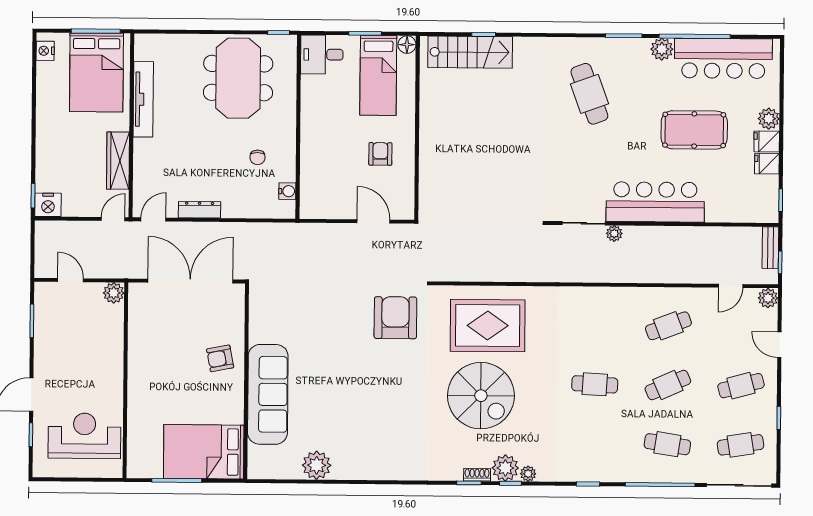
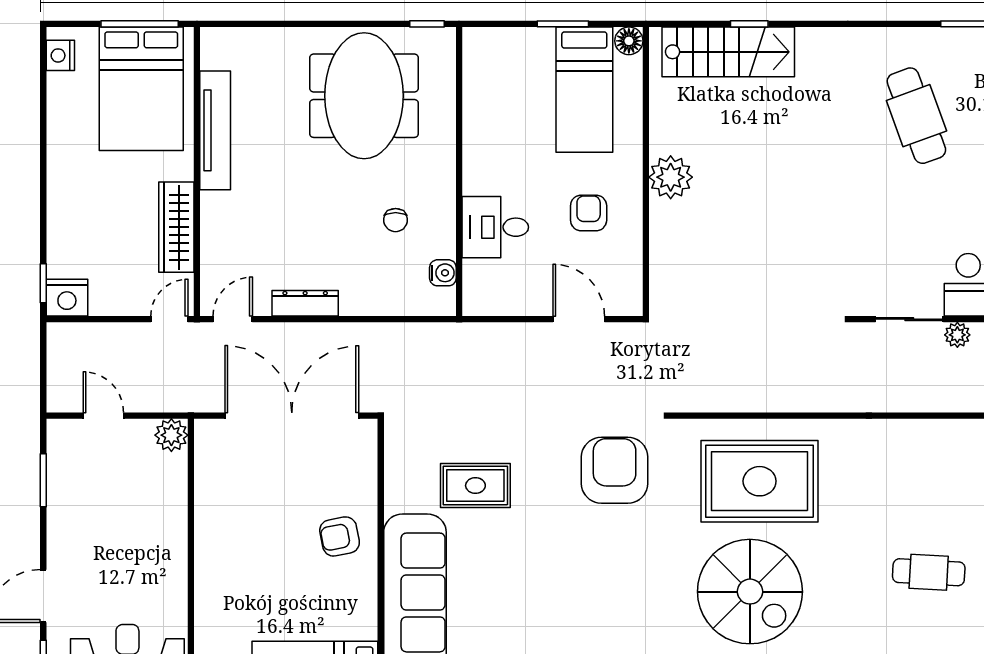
desk: (322, 55) -> (495, 227), moved
plant: (433, 132) -> (671, 177), added
rug: (307, 327) -> (475, 486), added

